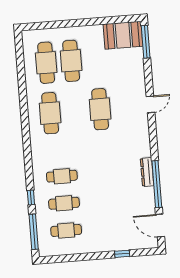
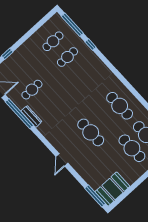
cafe table: (62, 176) -> (32, 90), moved

